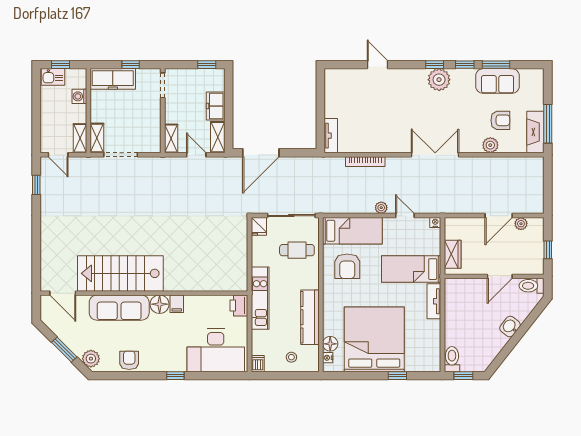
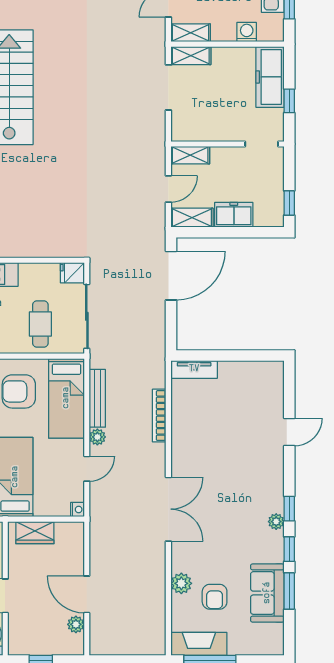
plant: (439, 80) -> (276, 522), width x0.53, depth x0.53
door: (261, 153) -> (171, 276), swing flipped
bench: (352, 208) -> (97, 398), added

